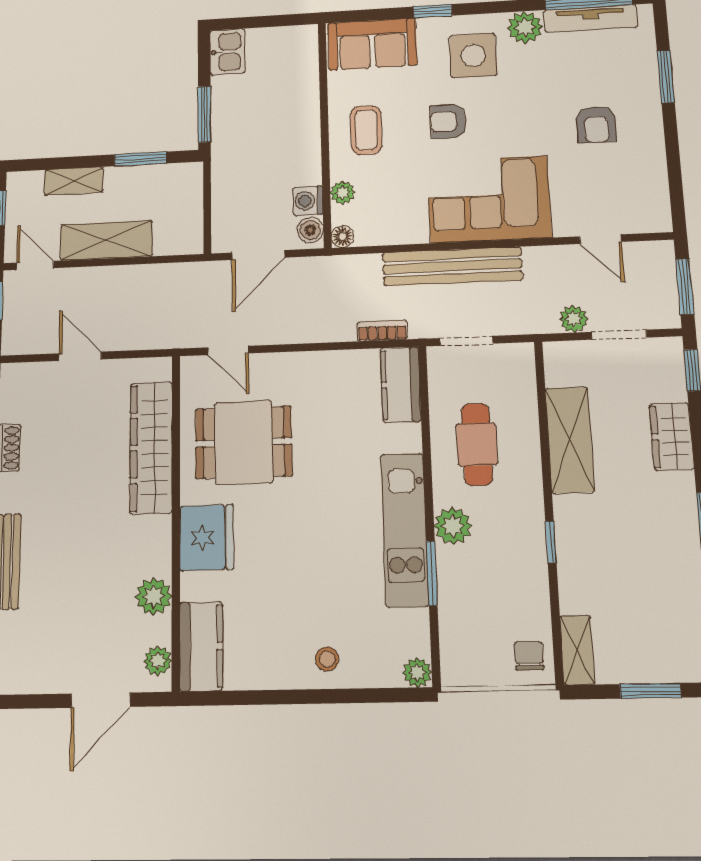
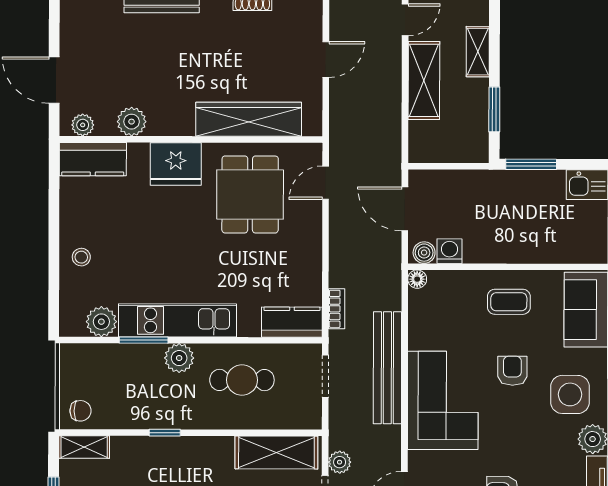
plant: (342, 193) -> (455, 280), removed
shelving: (570, 440) -> (276, 452), moved
plant: (417, 672) -> (101, 322), moved, width x1.38, depth x1.38

